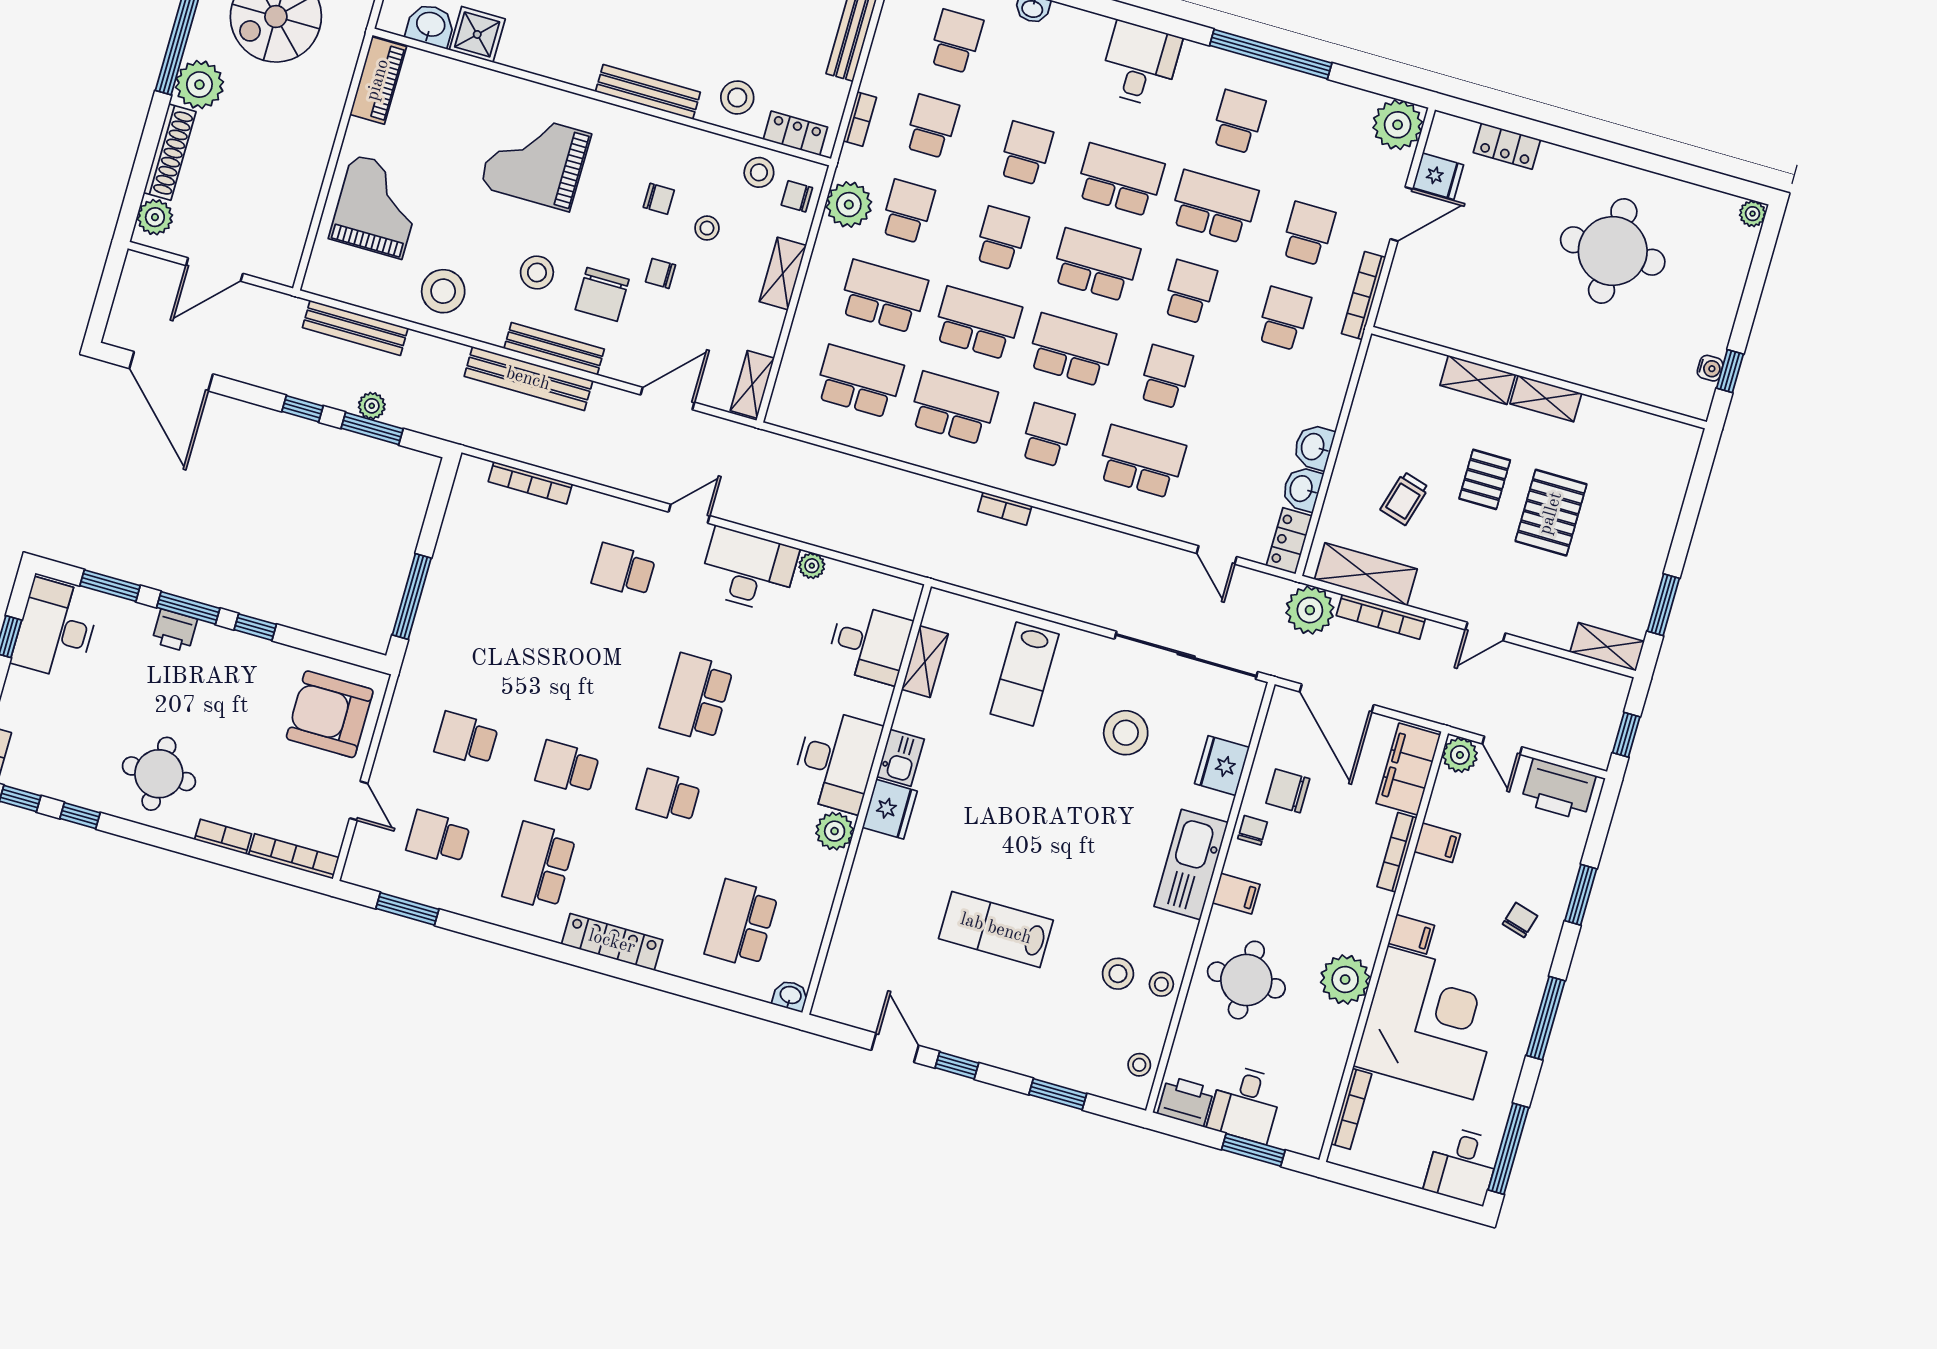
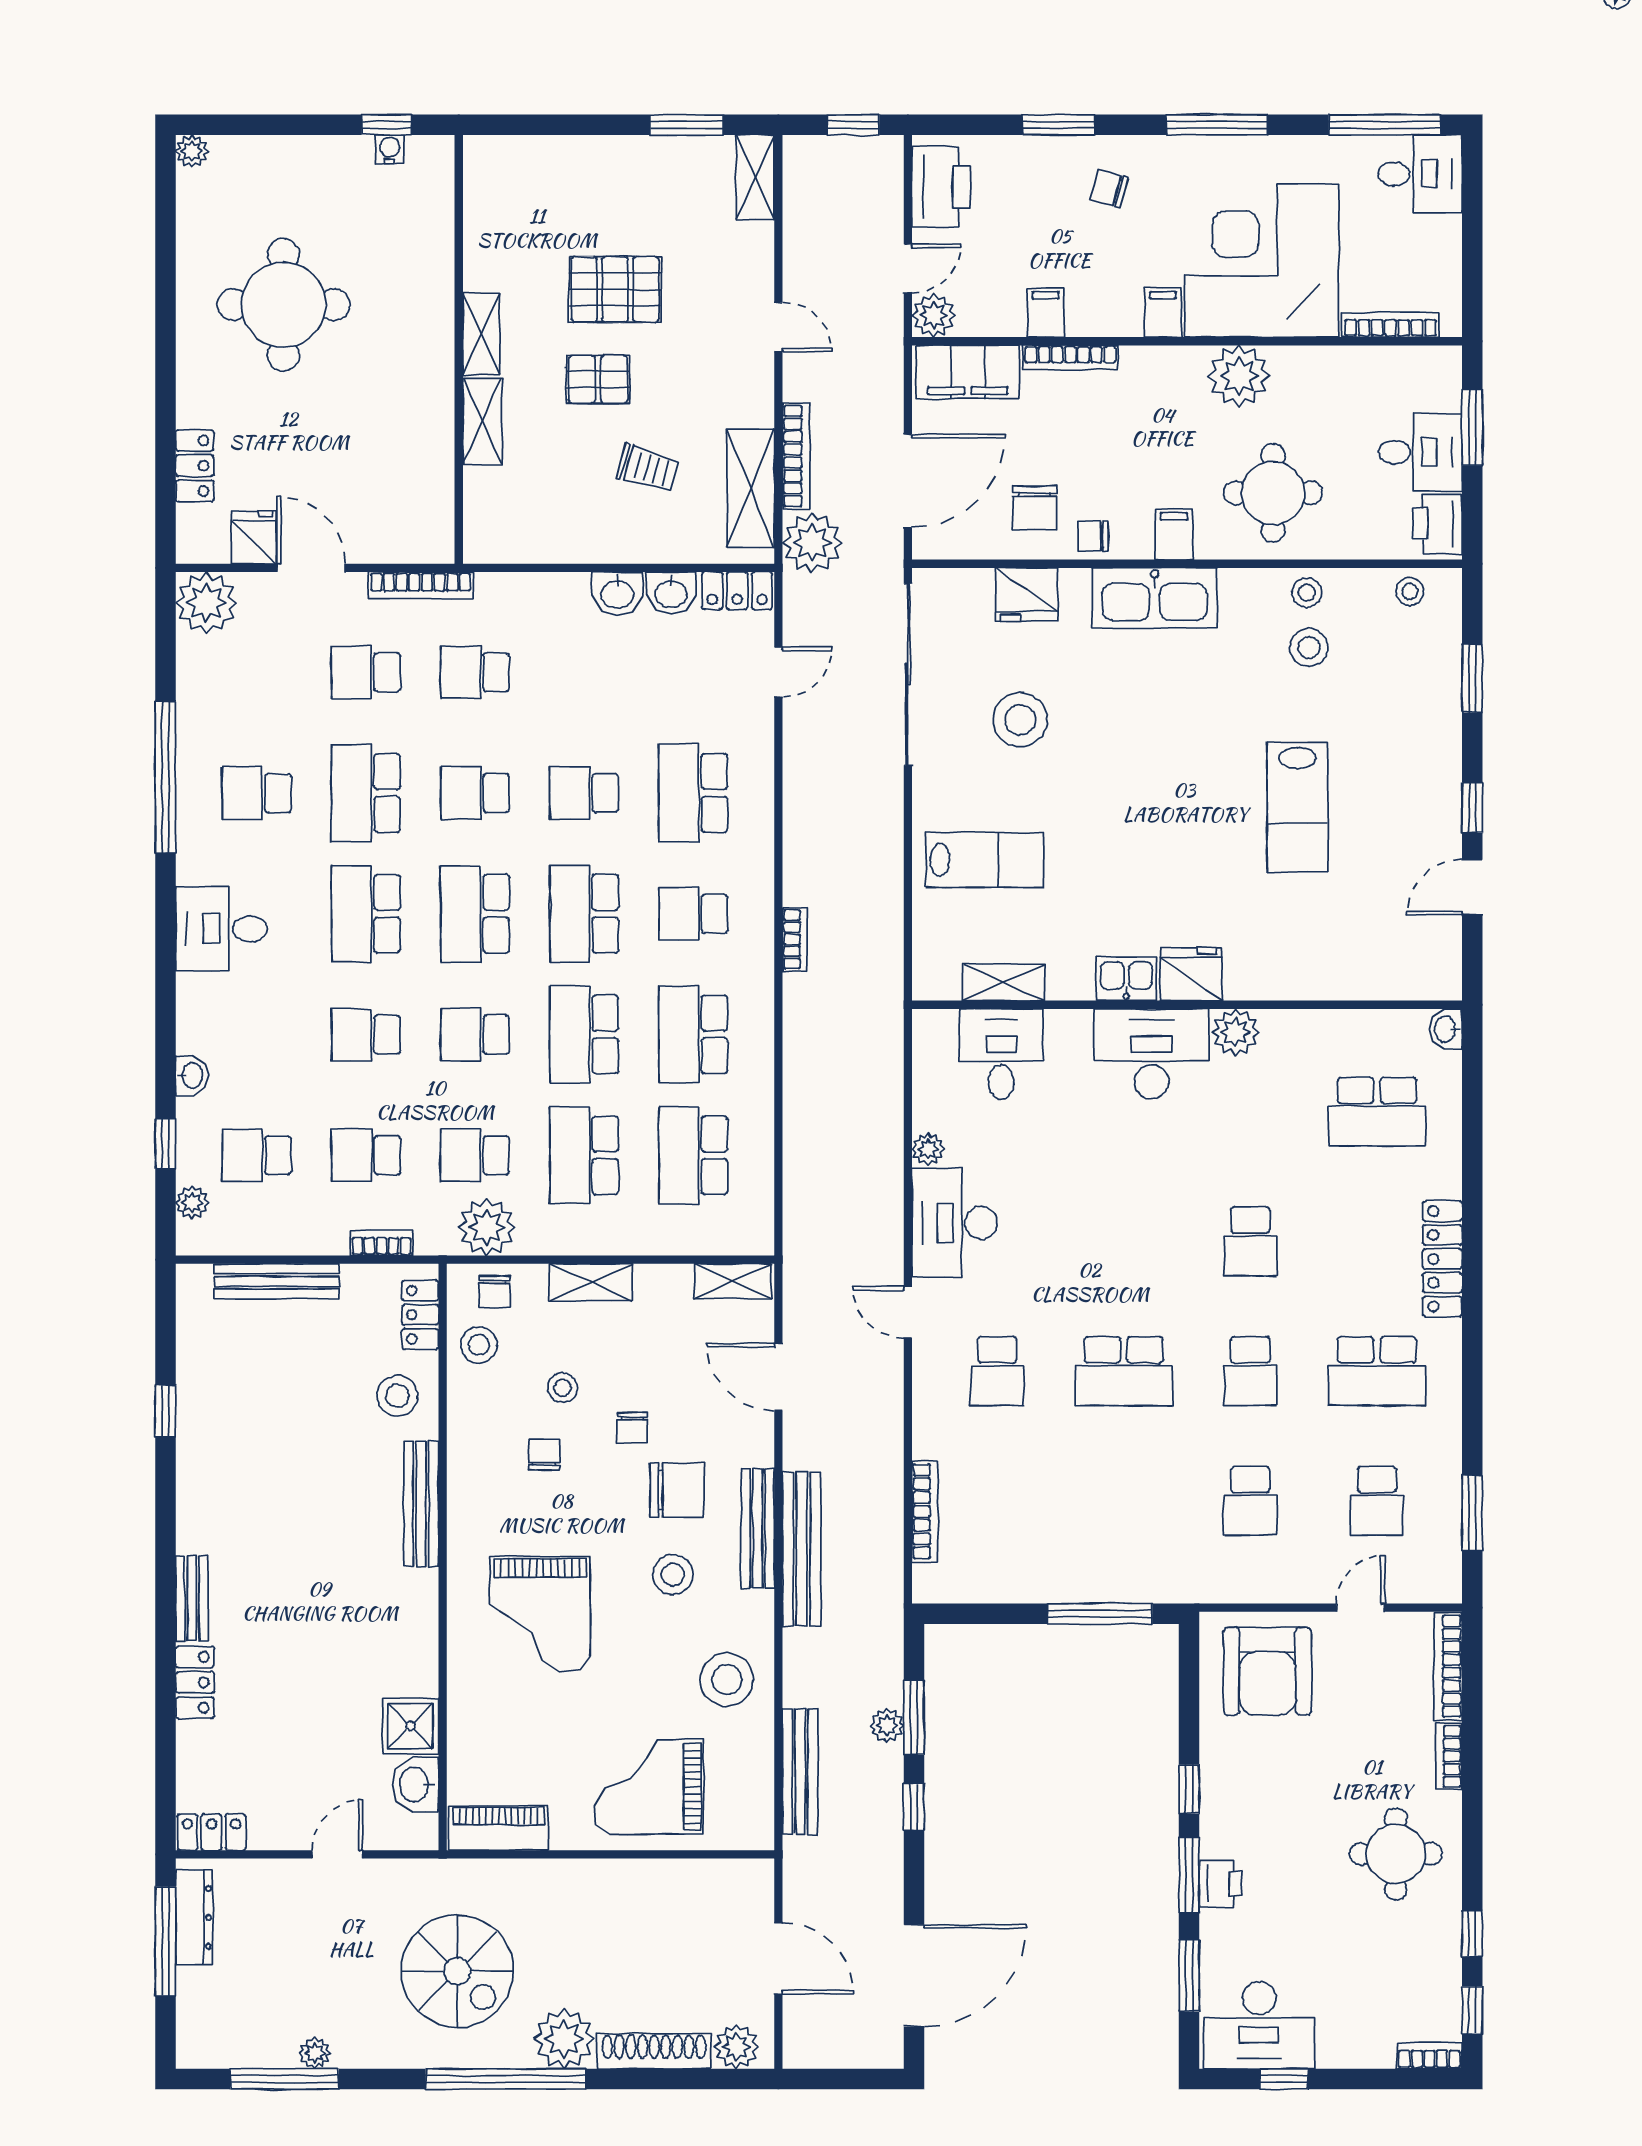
school desk: (697, 698) -> (1124, 1371), moved

